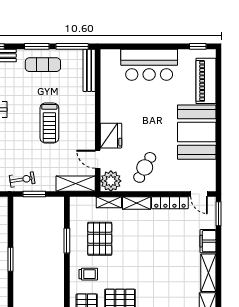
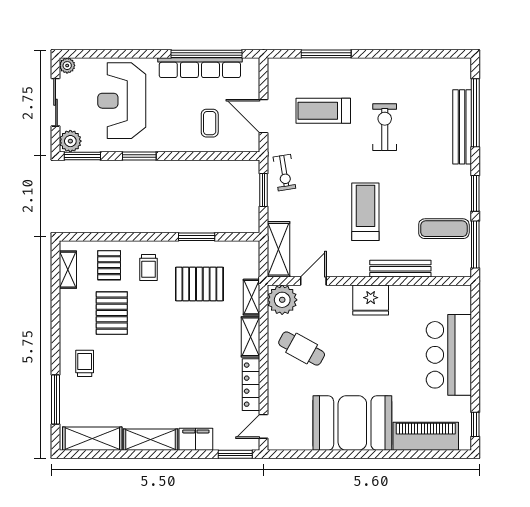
exercise mat: (43, 65) -> (444, 229), moved, turned 90
bench: (89, 70) -> (400, 269), moved
treadmill: (49, 123) -> (365, 212), turned 90
fridge: (111, 136) -> (371, 300), moved
window: (10, 259) -> (139, 156), moved

